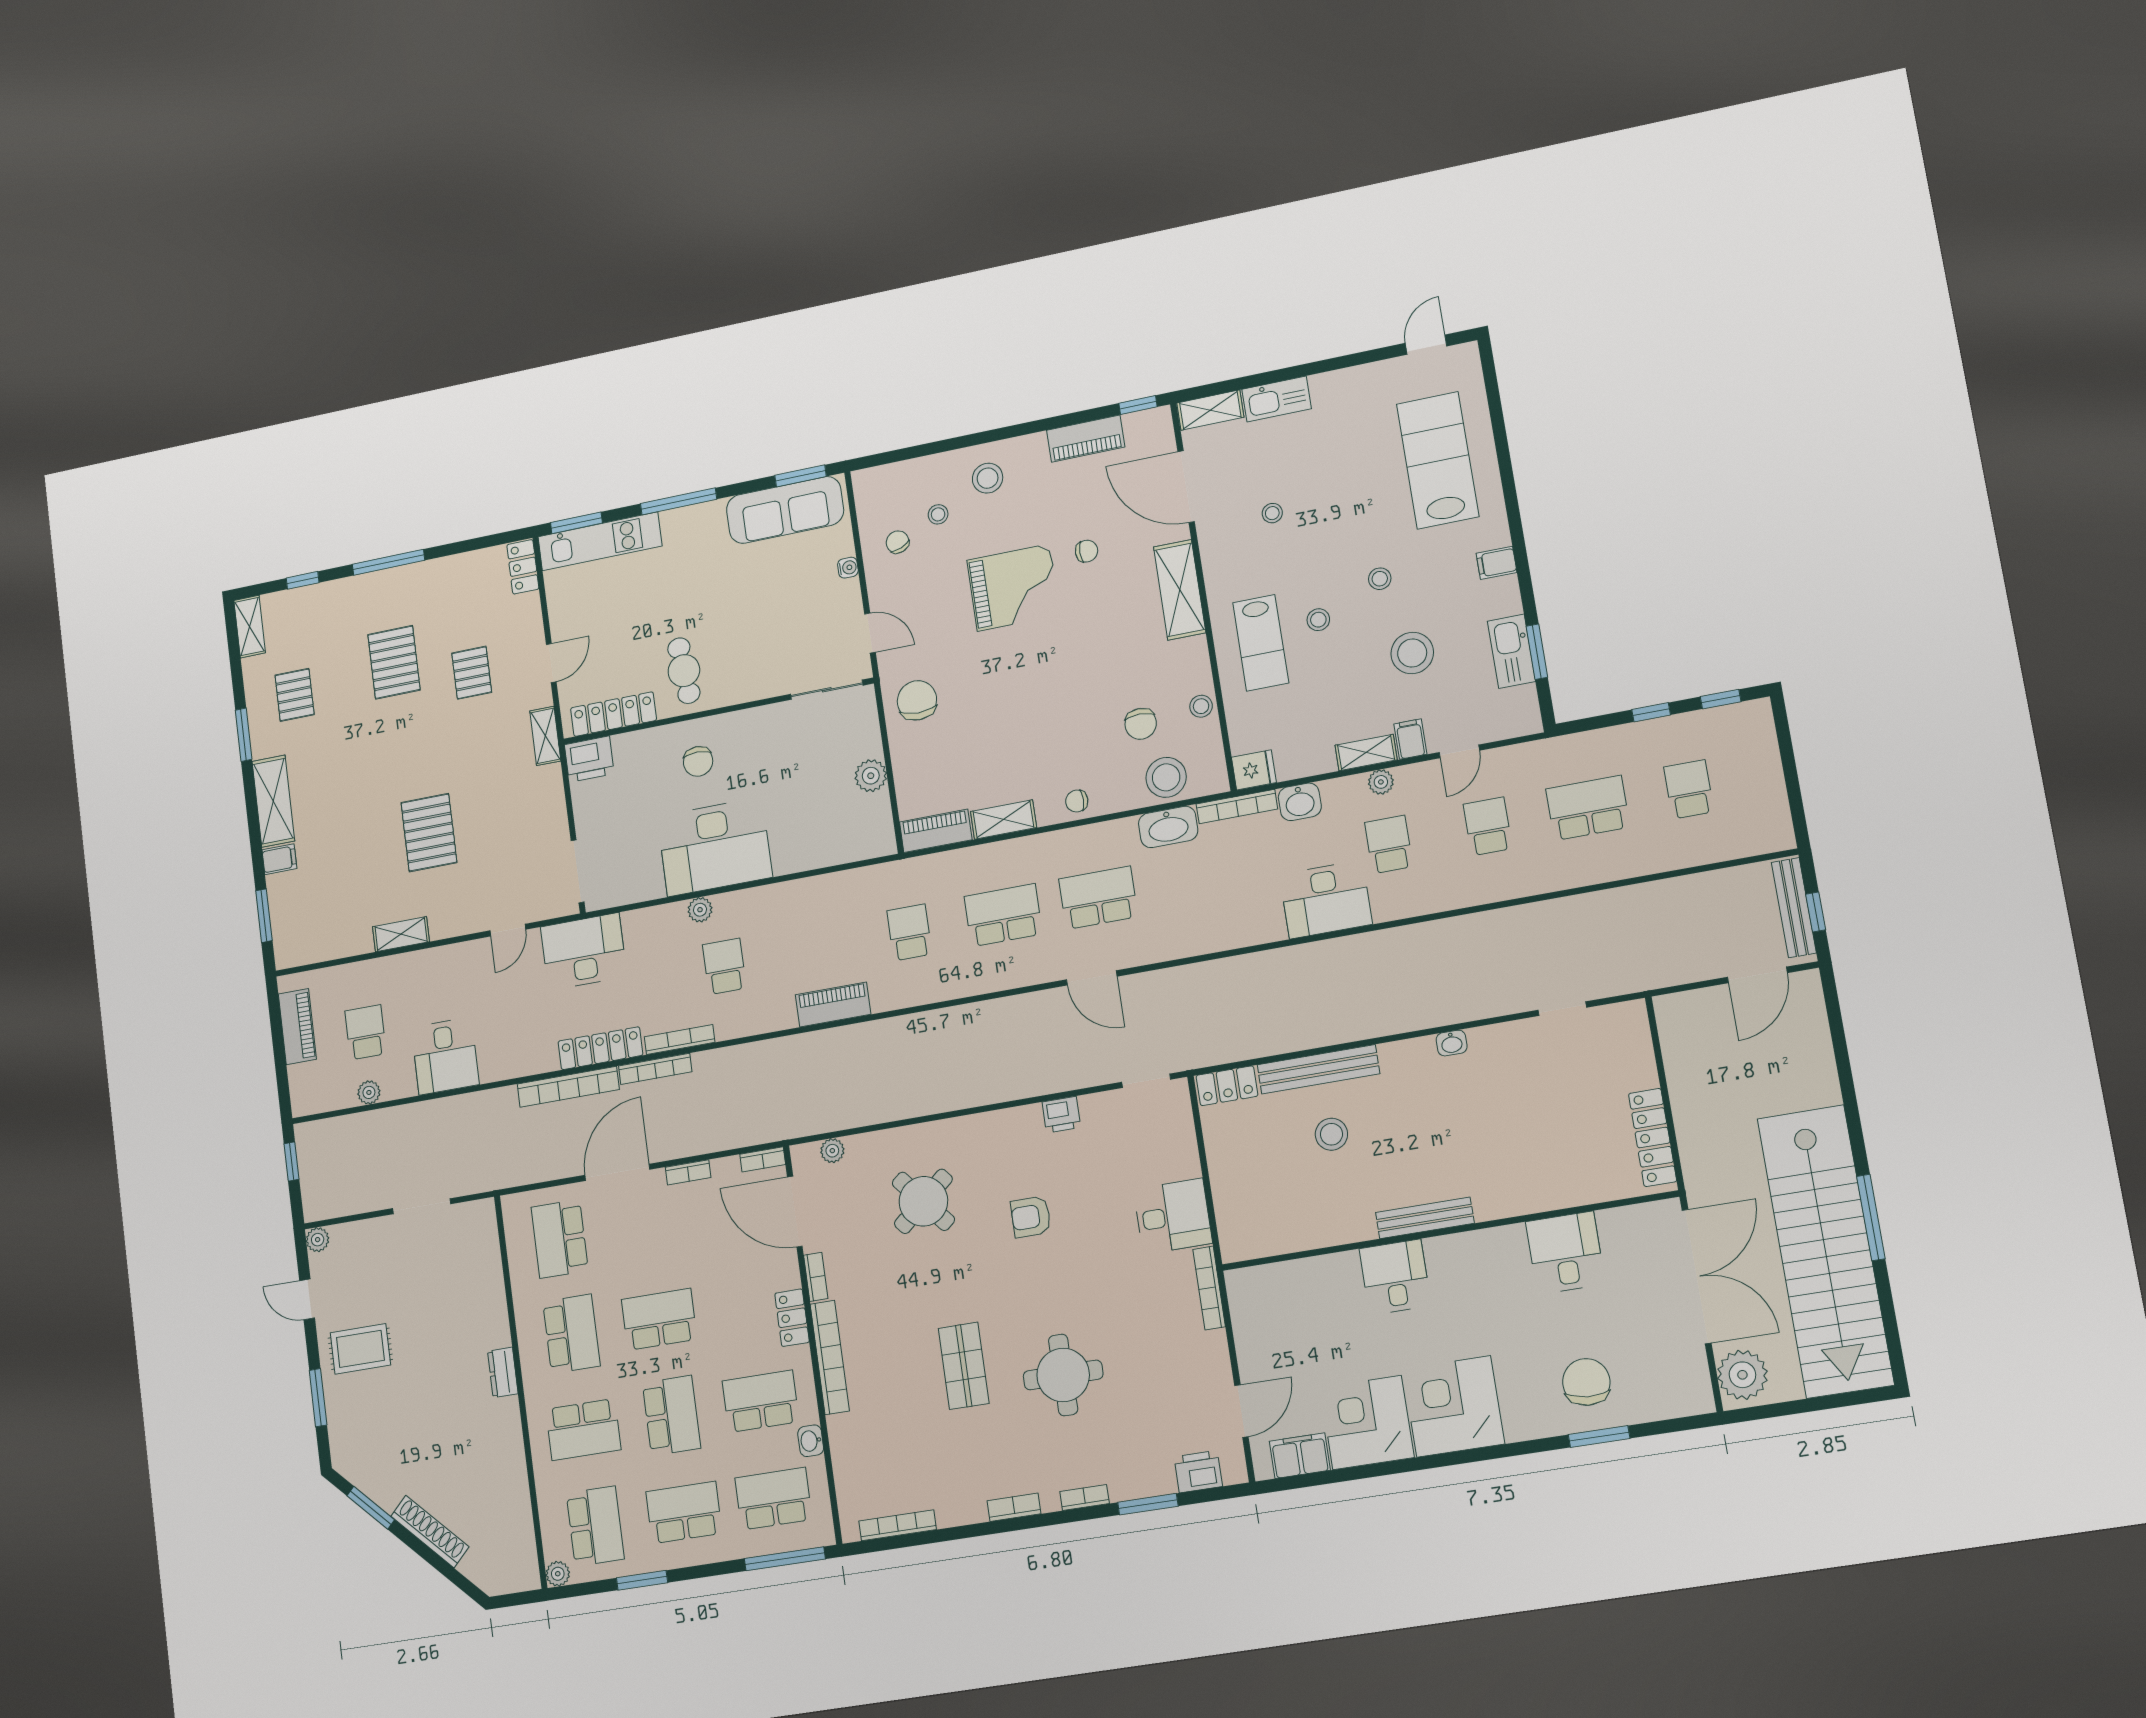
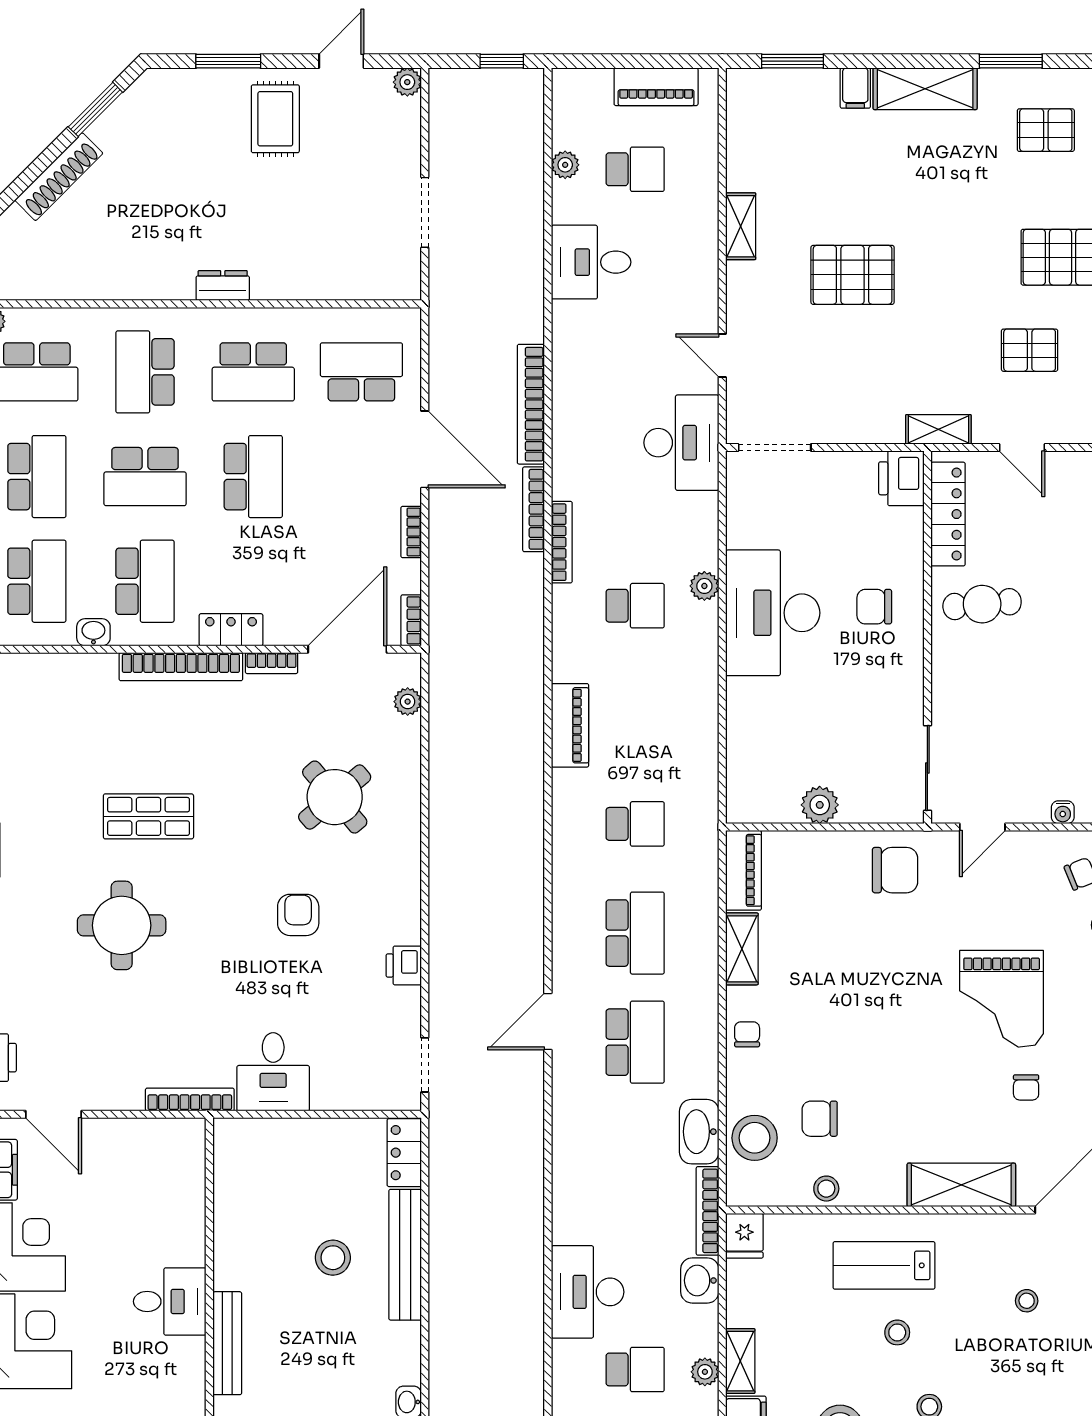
locker: (600, 1048) -> (568, 448), removed

